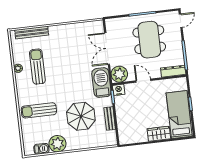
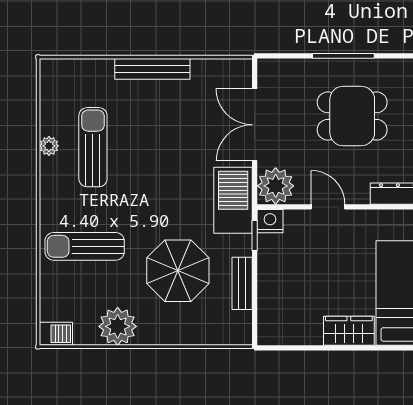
bench: (32, 32) -> (152, 69), moved
dining table: (149, 40) -> (352, 116), width x0.73
barbecue: (41, 149) -> (56, 334), moved

